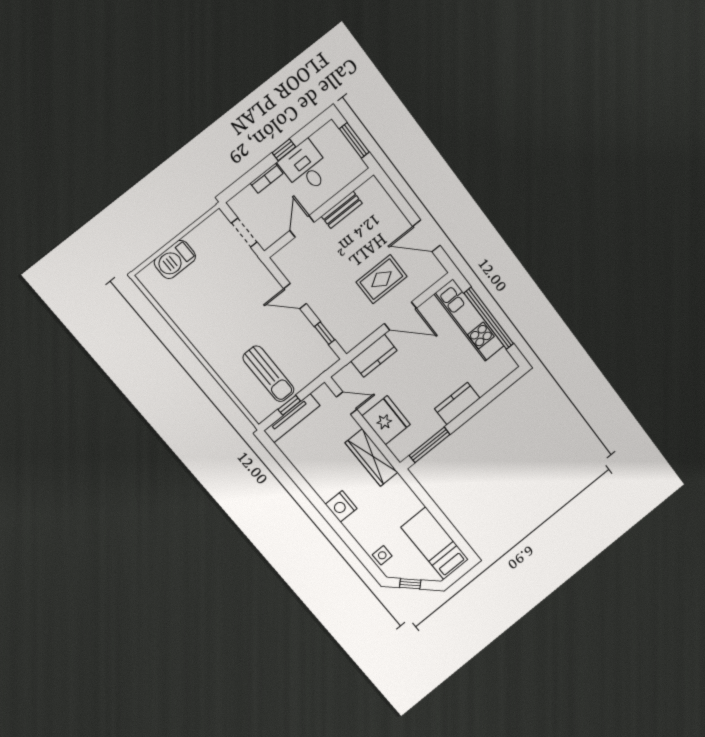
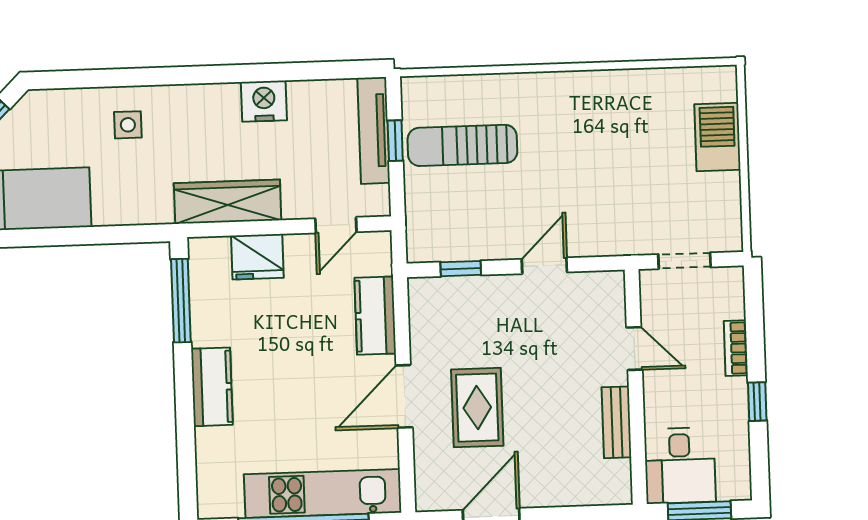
desk: (305, 167) -> (680, 466), moved, turned 90
fridge: (386, 420) -> (257, 257), width x0.73, depth x0.75
nightstand: (341, 506) -> (264, 101), moved
side table: (382, 555) -> (128, 125), moved

